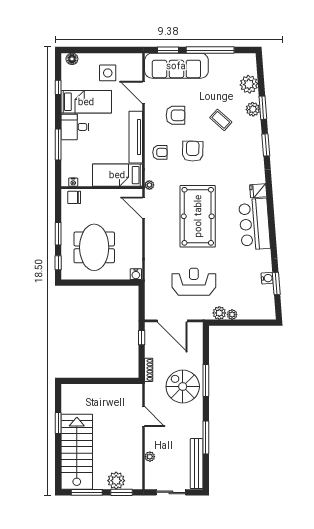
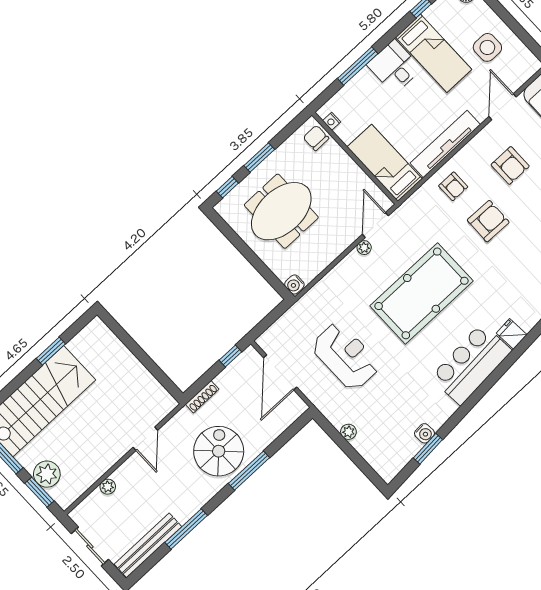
plant: (149, 185) -> (364, 248), moved
plant: (219, 313) -> (337, 416), removed

